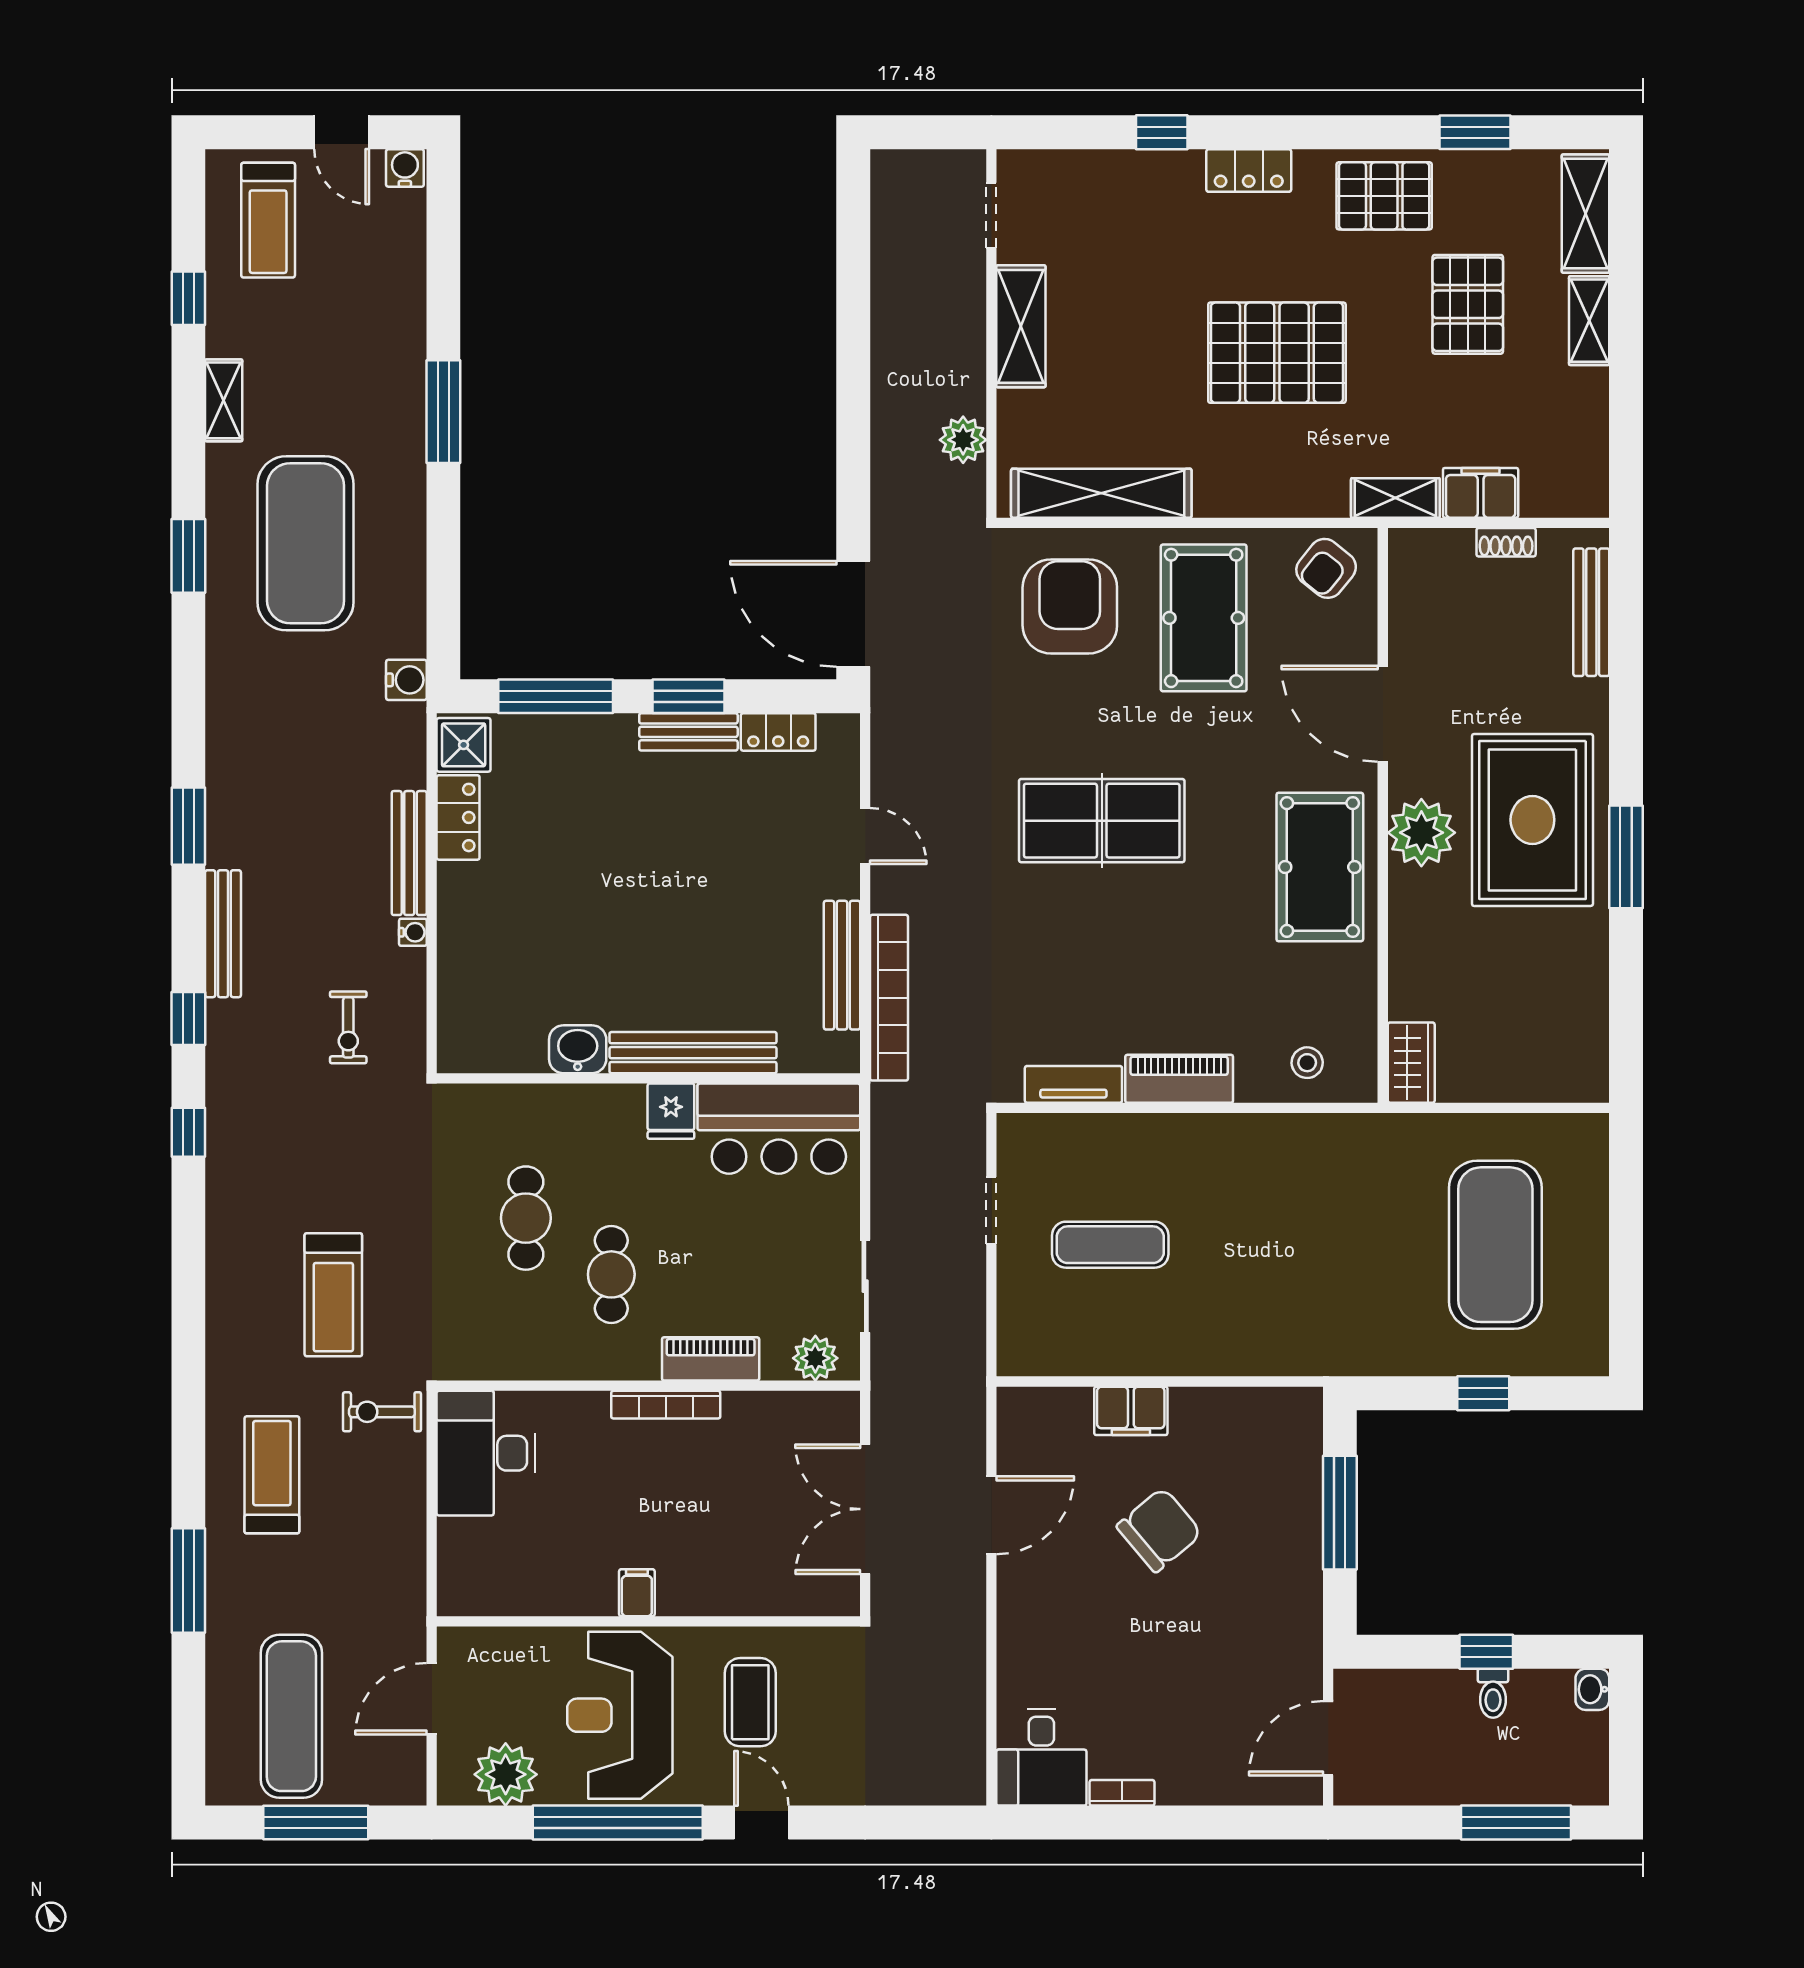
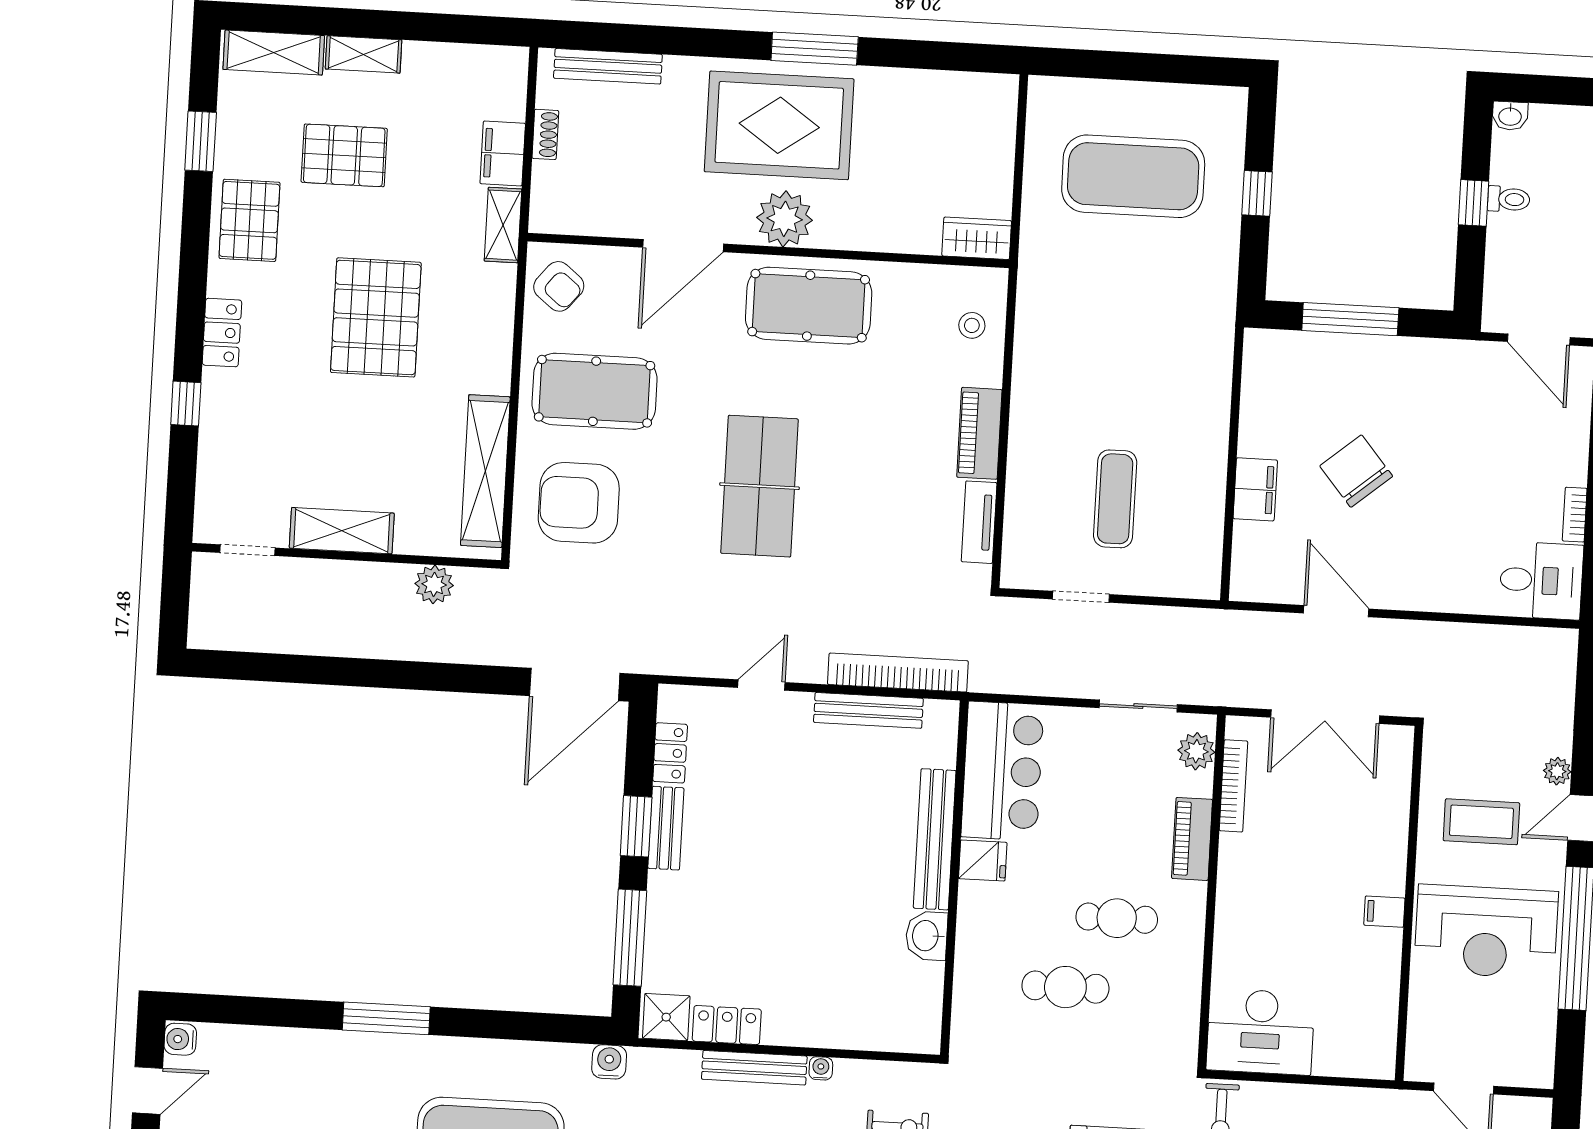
bookcase: (666, 1405) -> (1233, 786), moved
plant: (506, 1774) -> (1557, 771), moved, width x0.53, depth x0.53

